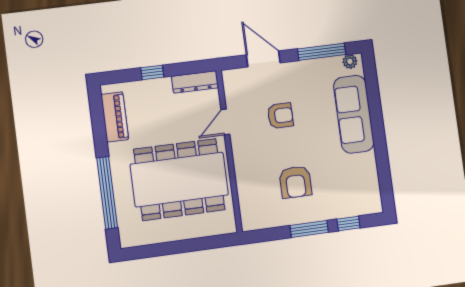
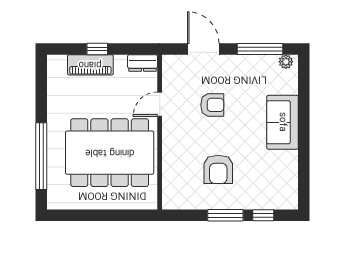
dresser: (195, 82) -> (142, 63), width x0.70
sofa: (354, 114) -> (283, 122), width x0.73
piano: (115, 117) -> (90, 65), moved, turned 90

